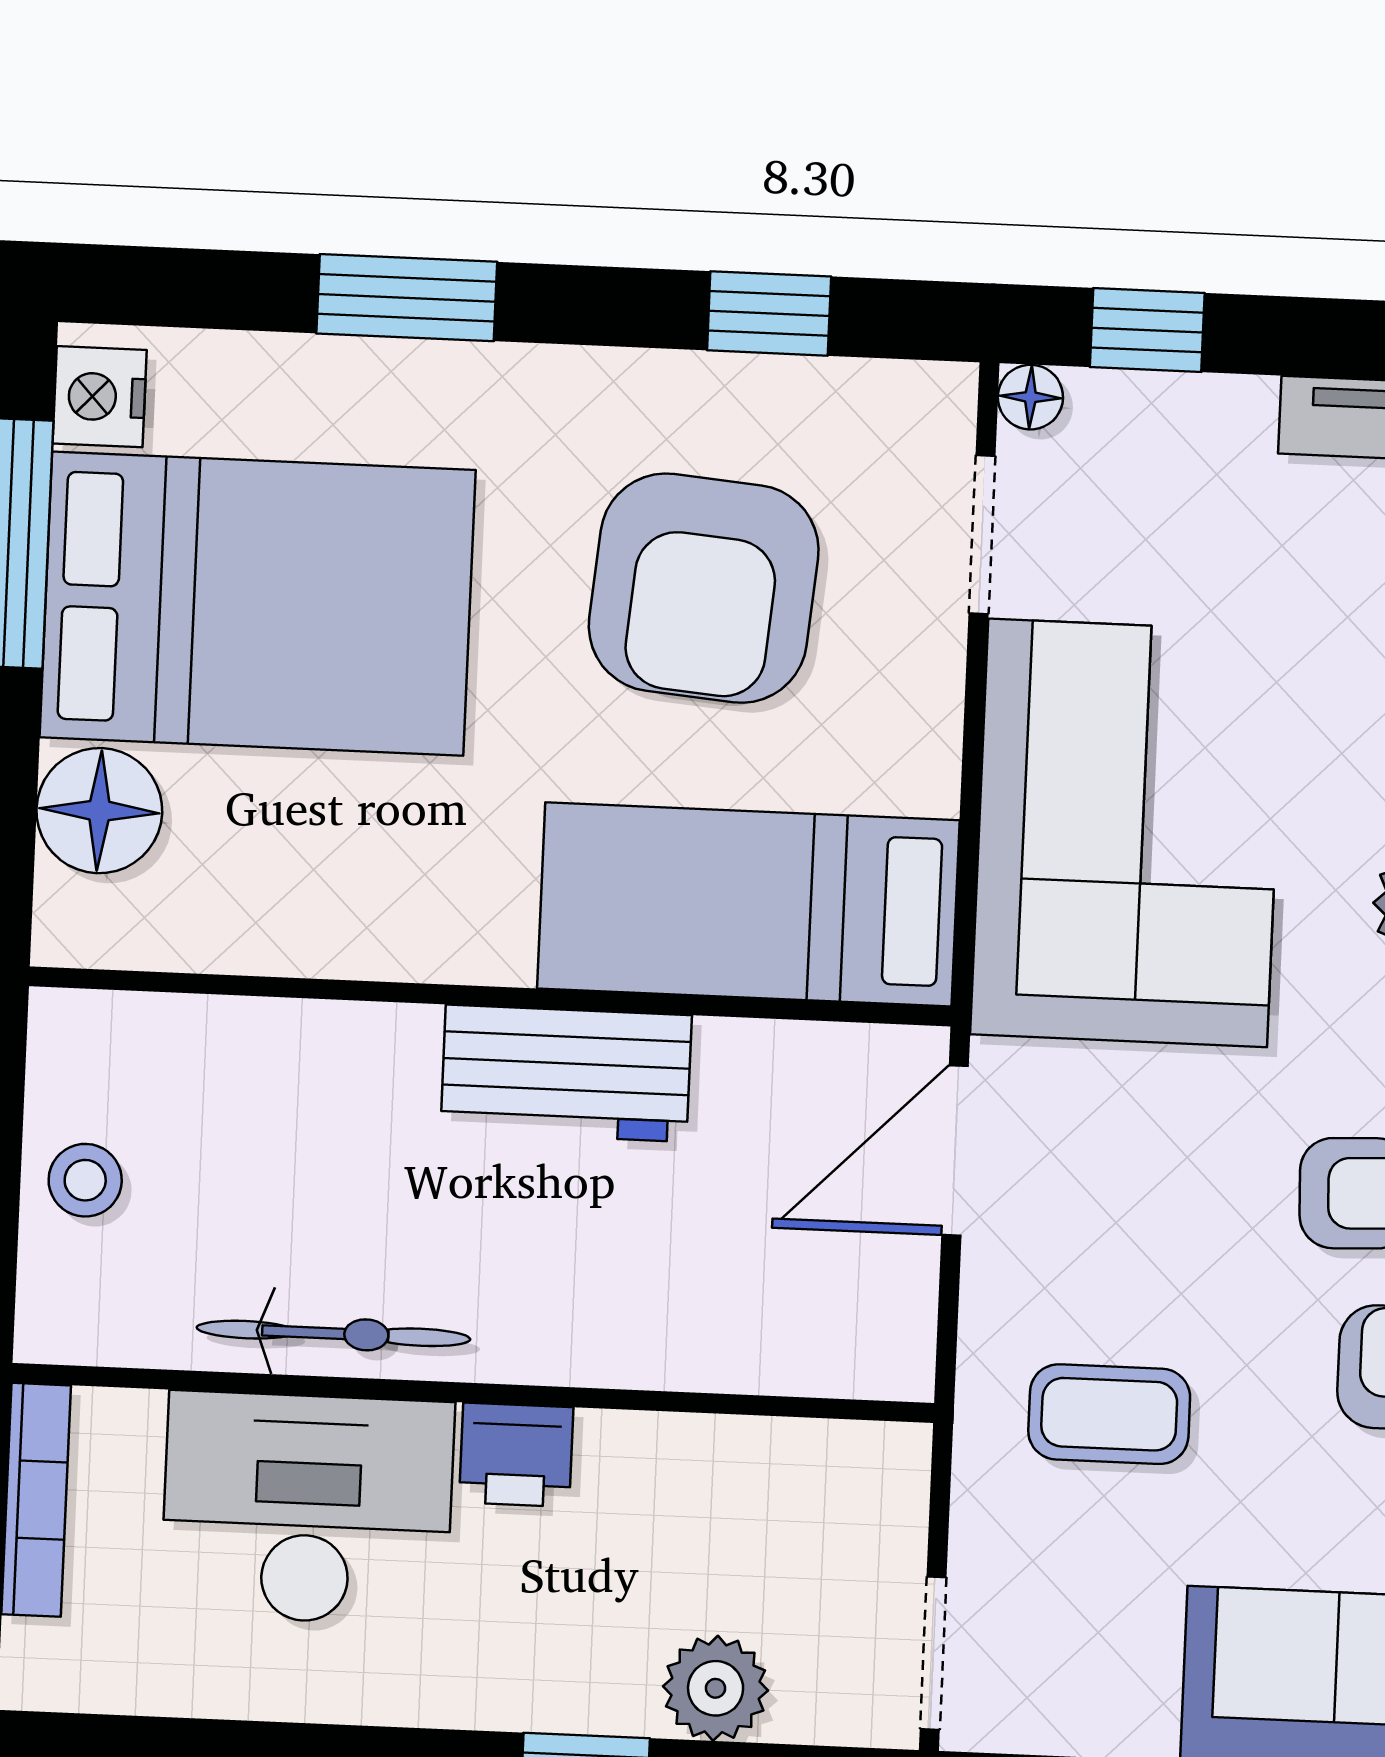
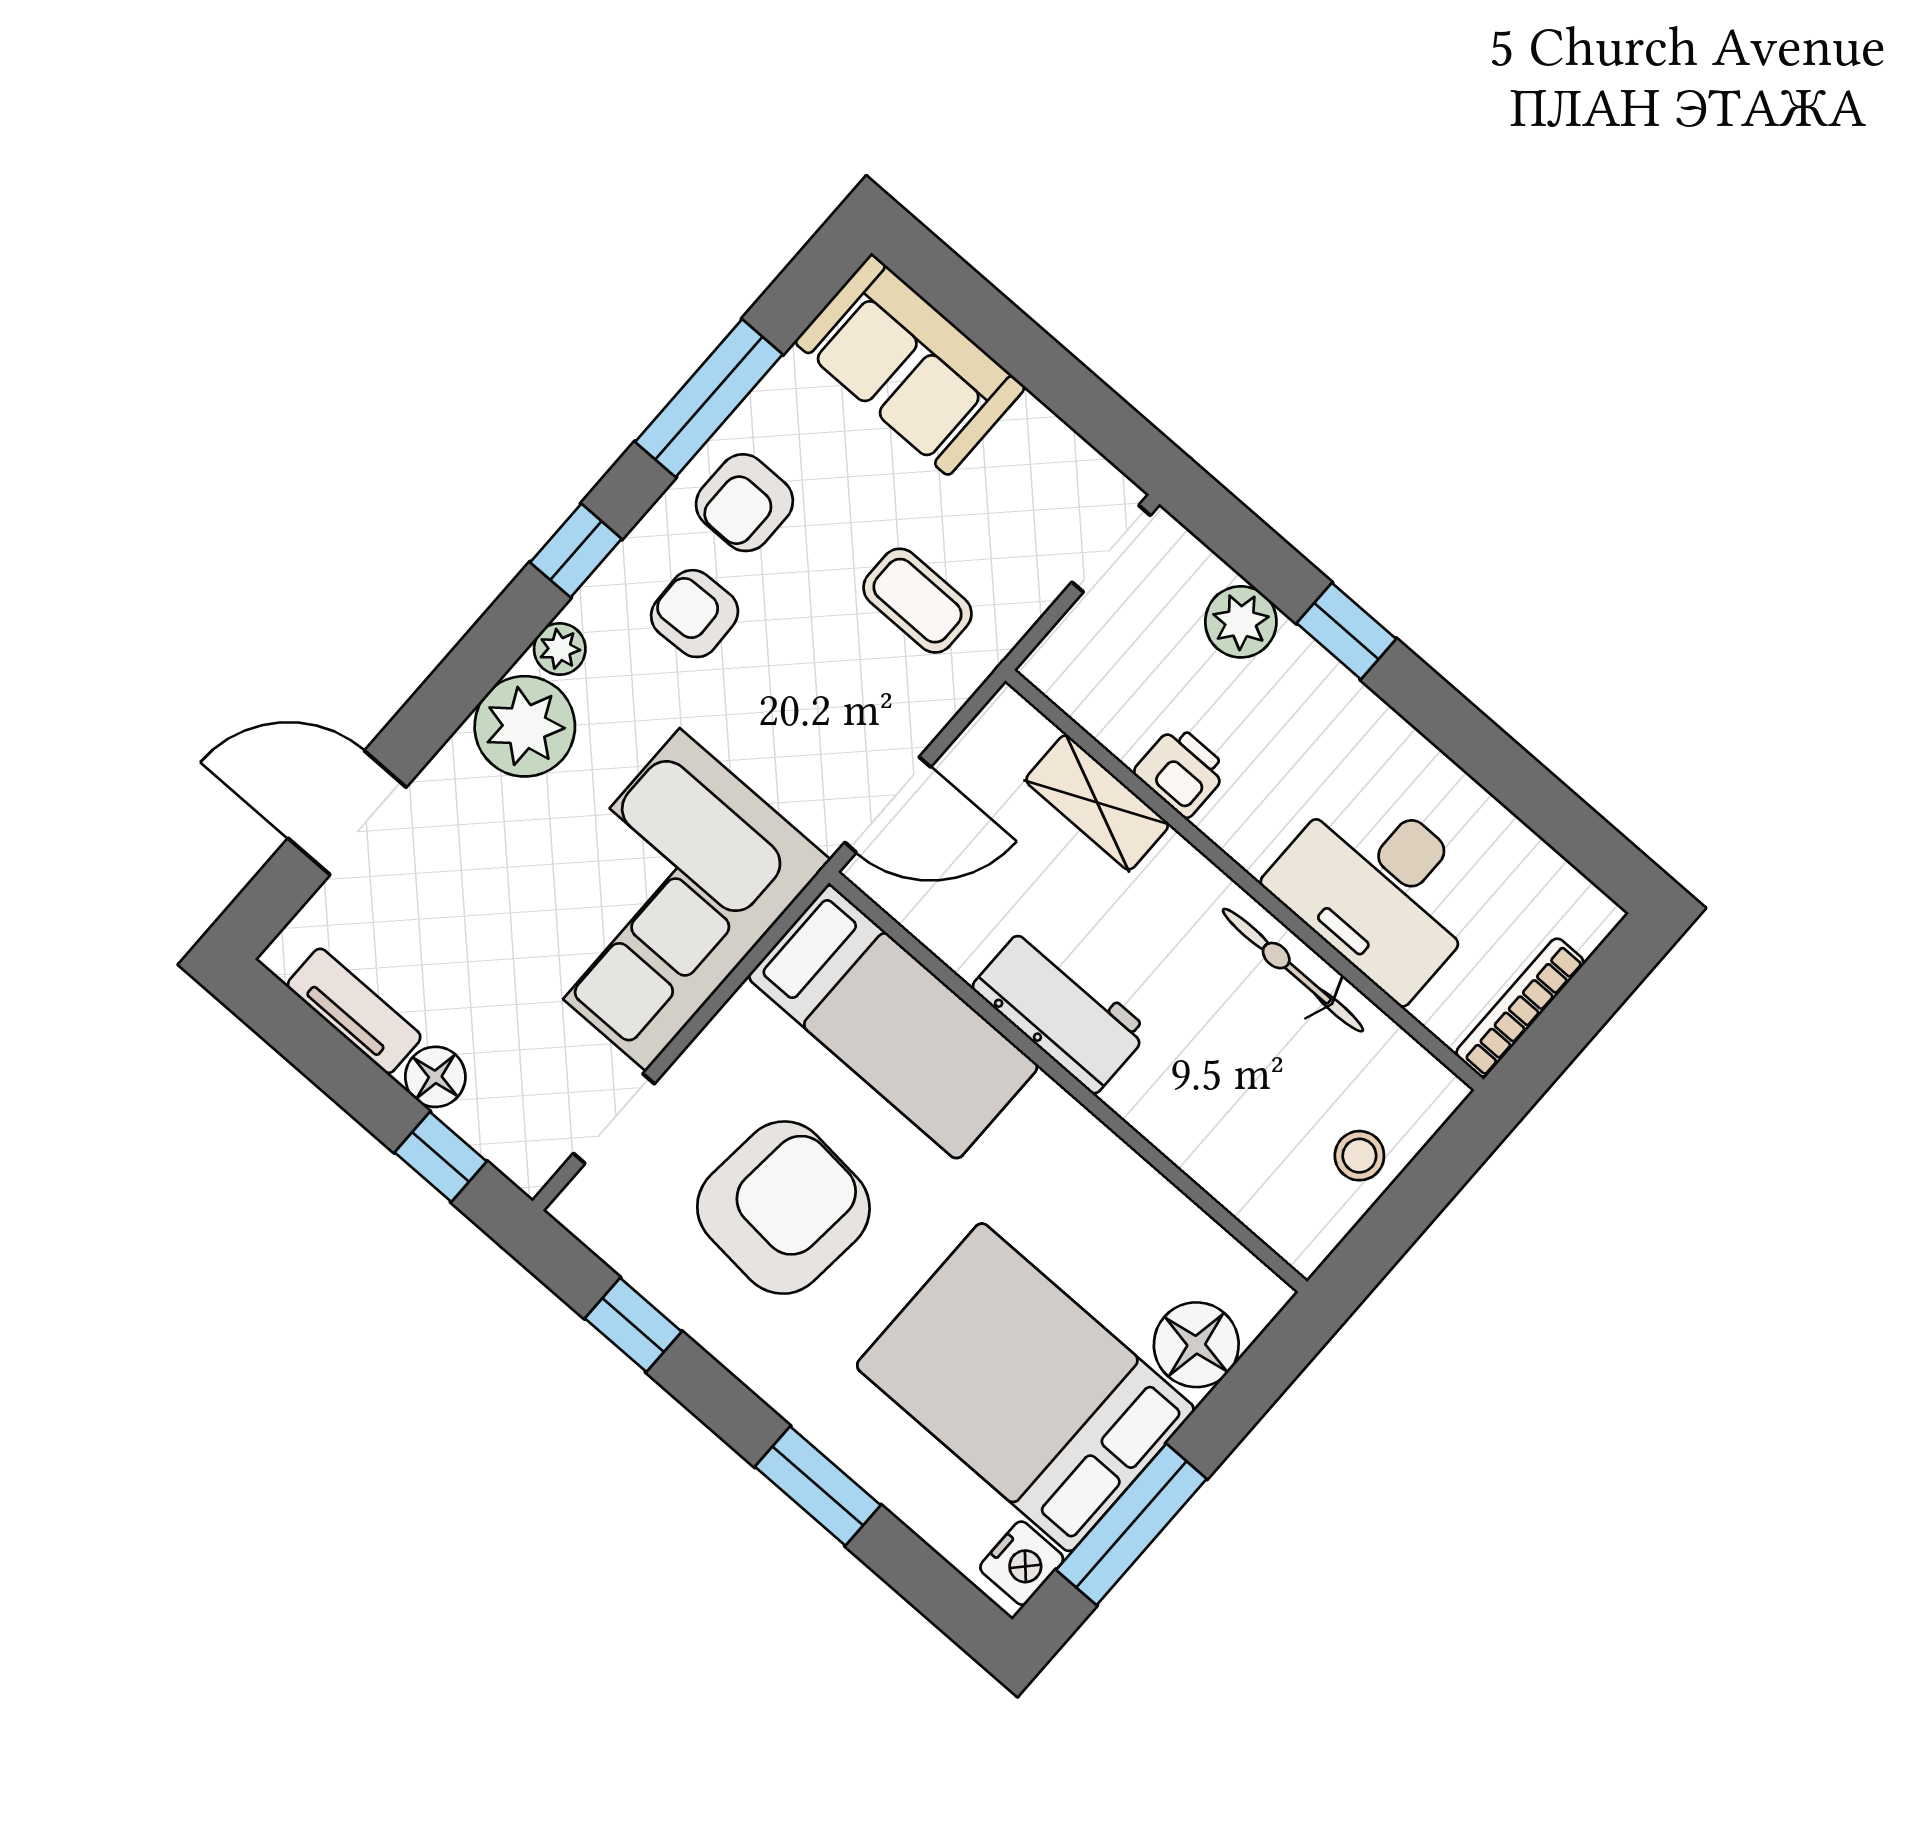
floor lamp: (1030, 397) -> (435, 1077), moved, width x1.37, depth x1.37
shelving: (715, 1347) -> (1097, 802), added
printer: (516, 1455) -> (1181, 771), moved

